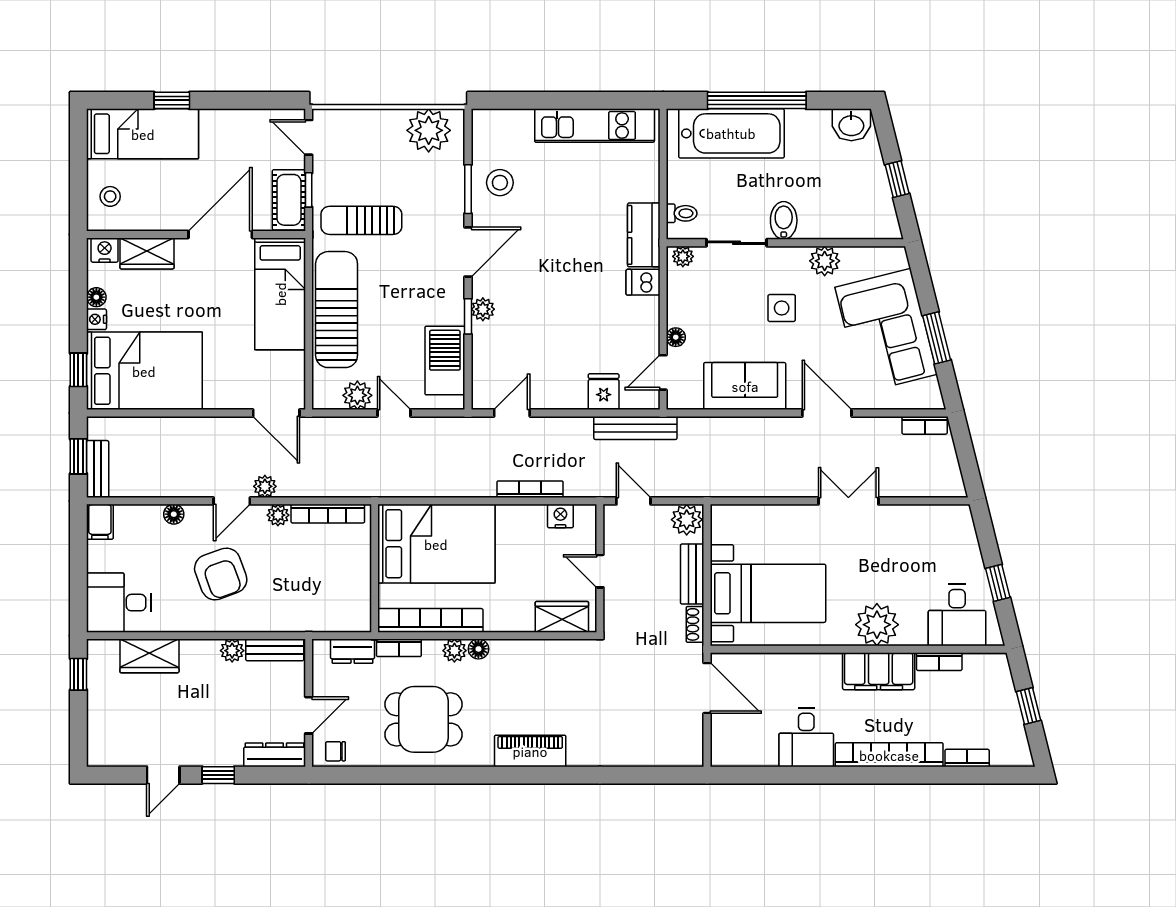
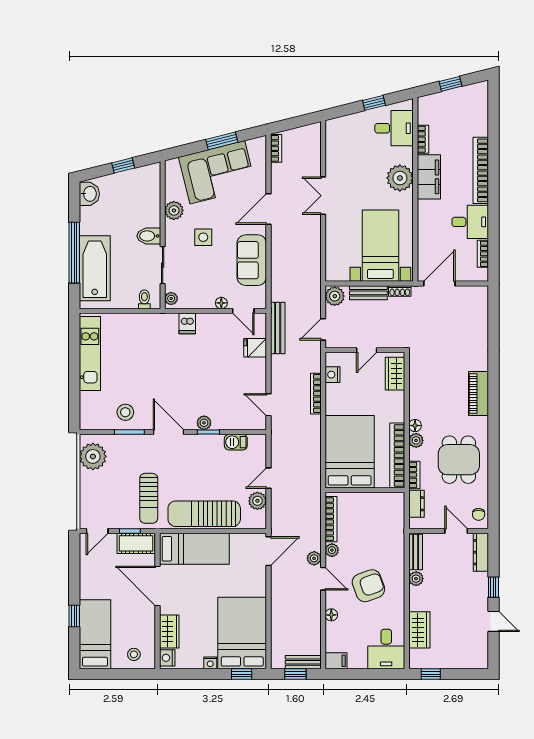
kitchen counter: (644, 235) -> (158, 323), removed
floor lamp: (96, 297) -> (196, 663), removed
barbecue: (445, 361) -> (236, 442), width x0.53, depth x0.65
bookcase: (967, 758) -> (483, 254), moved

